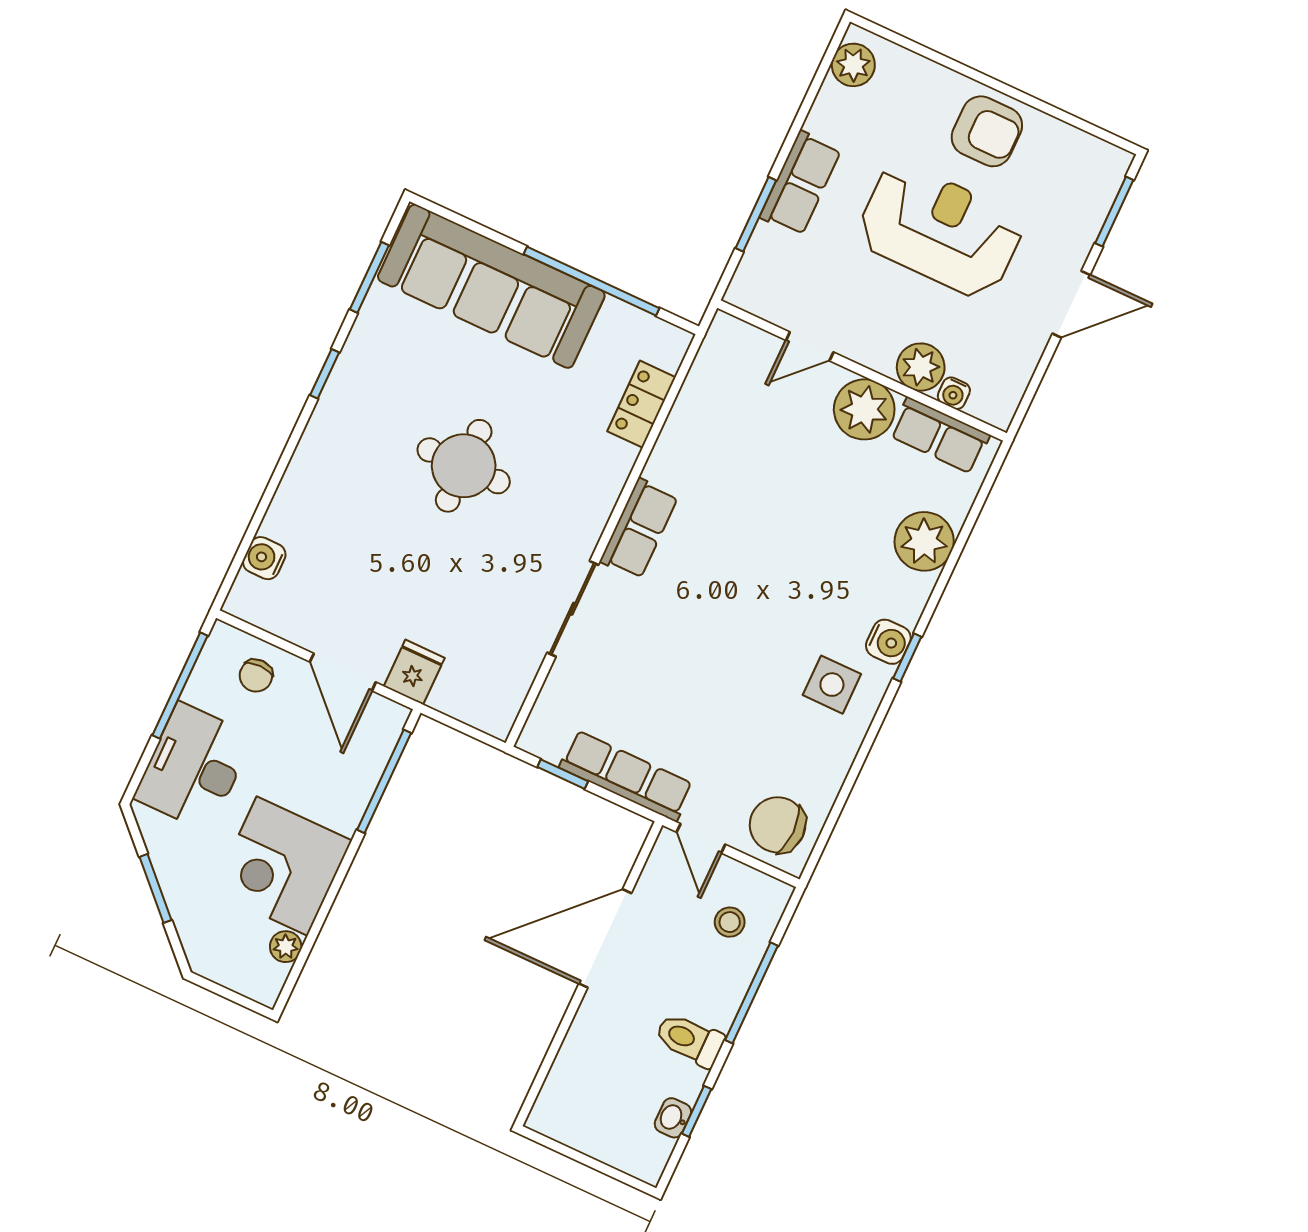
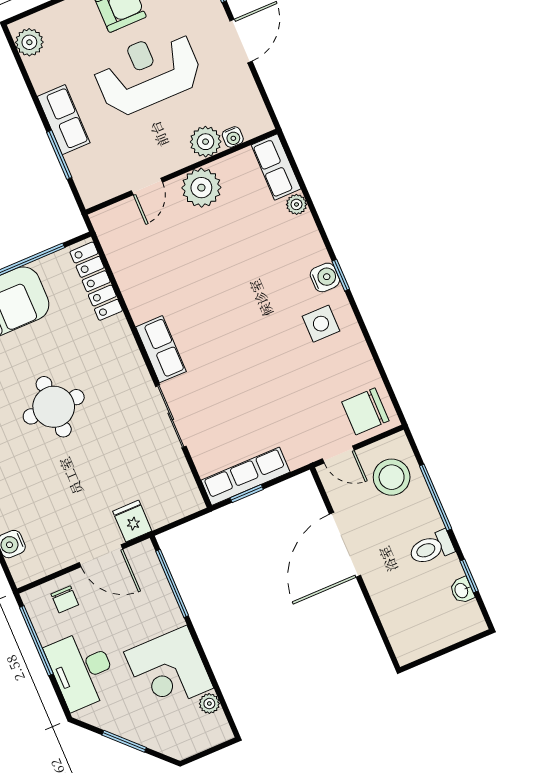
locker: (641, 404) -> (96, 281), width x1.53
row of seats: (940, 435) -> (276, 167), moved, turned 90
plant: (924, 541) -> (296, 204), width x0.53, depth x0.53
row of seats: (626, 776) -> (246, 476), moved
stool: (730, 922) -> (392, 477), width x1.89, depth x1.89

